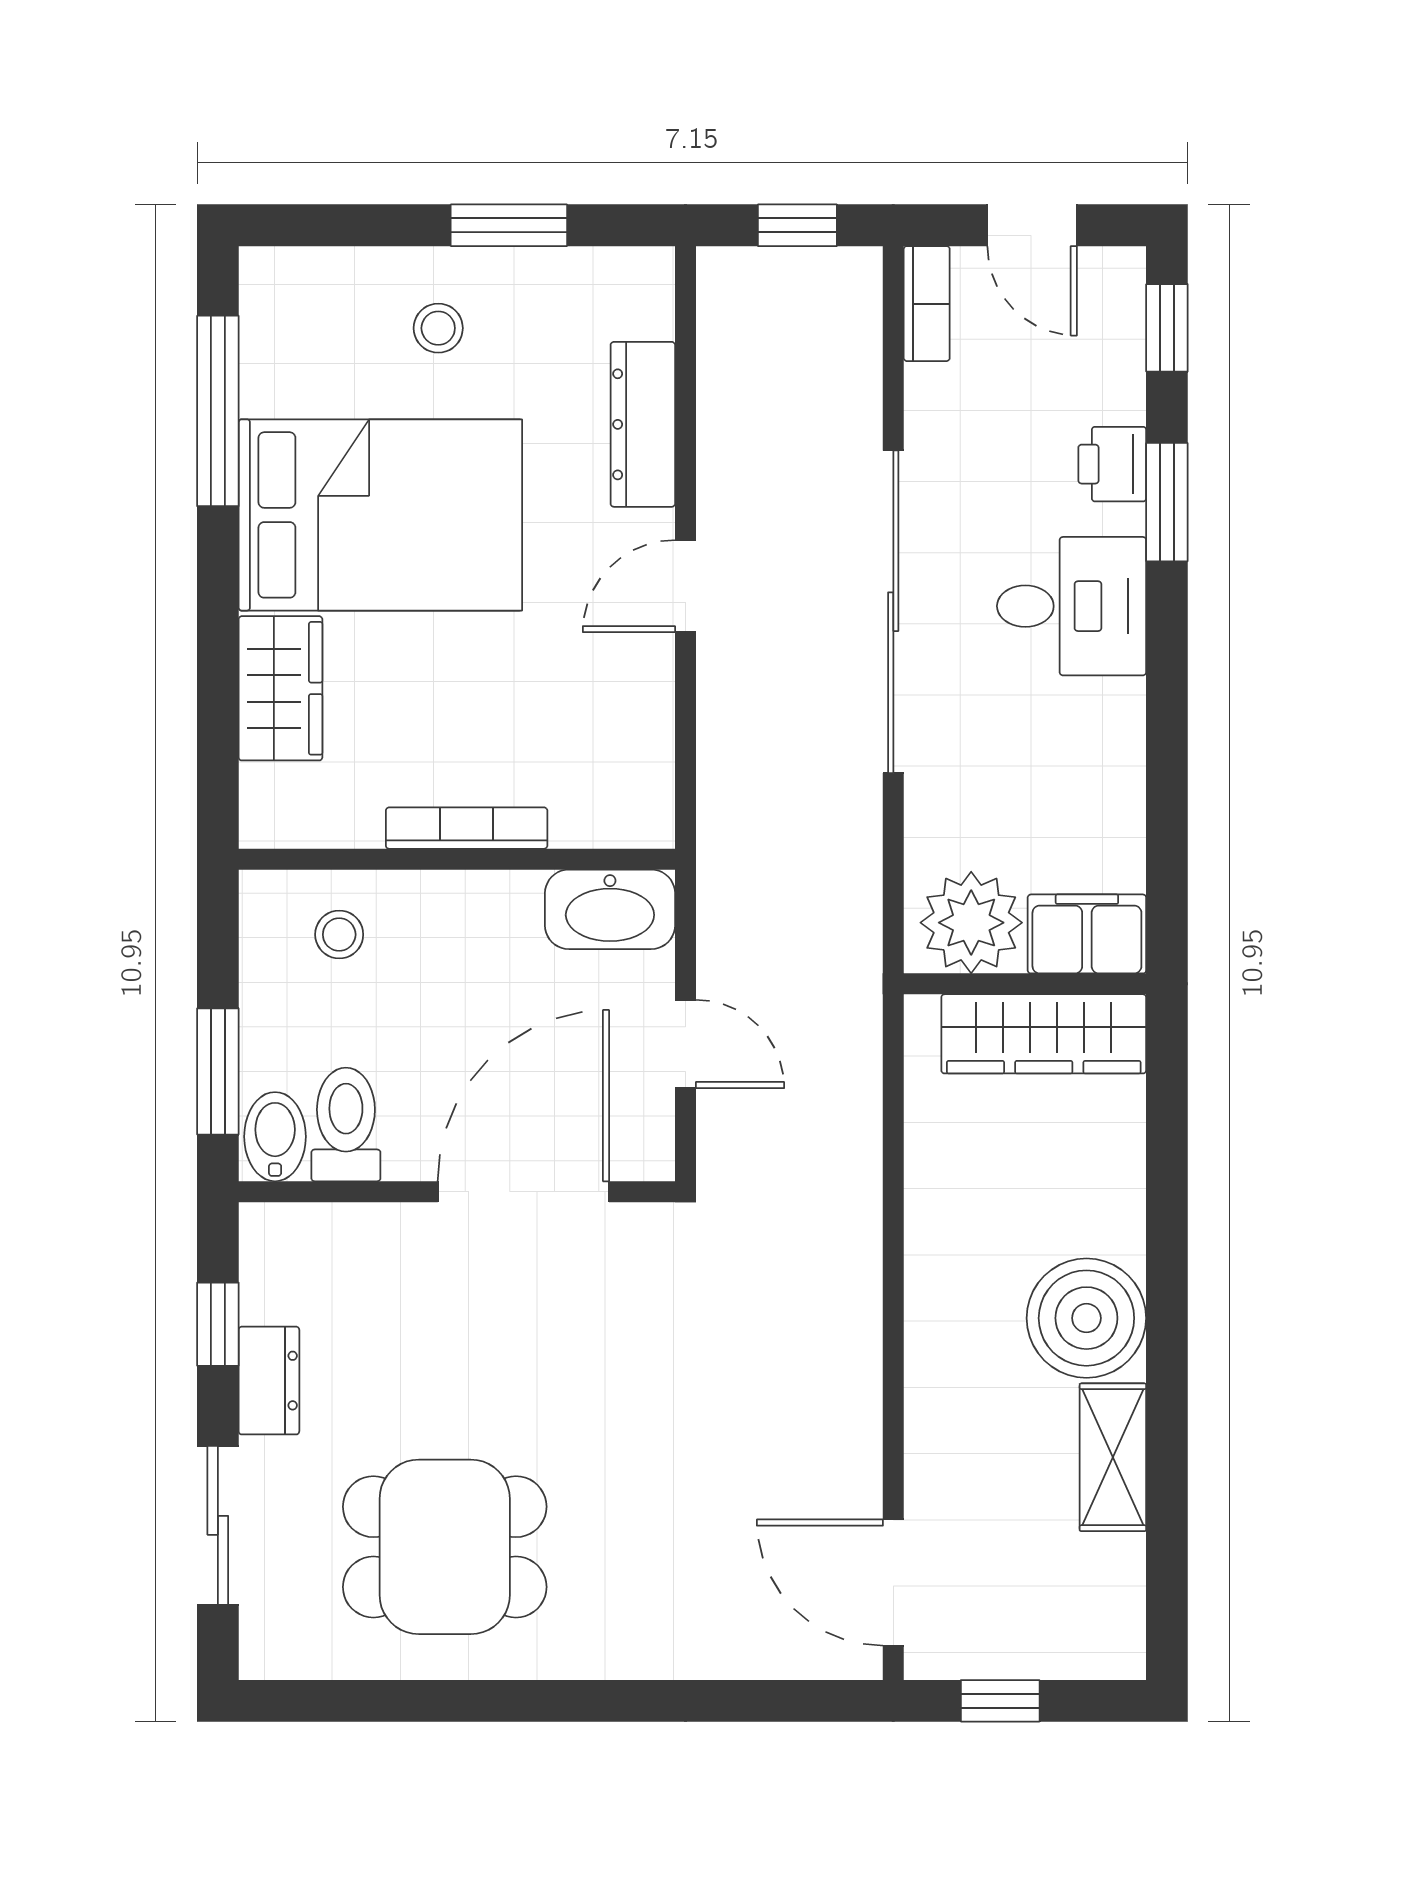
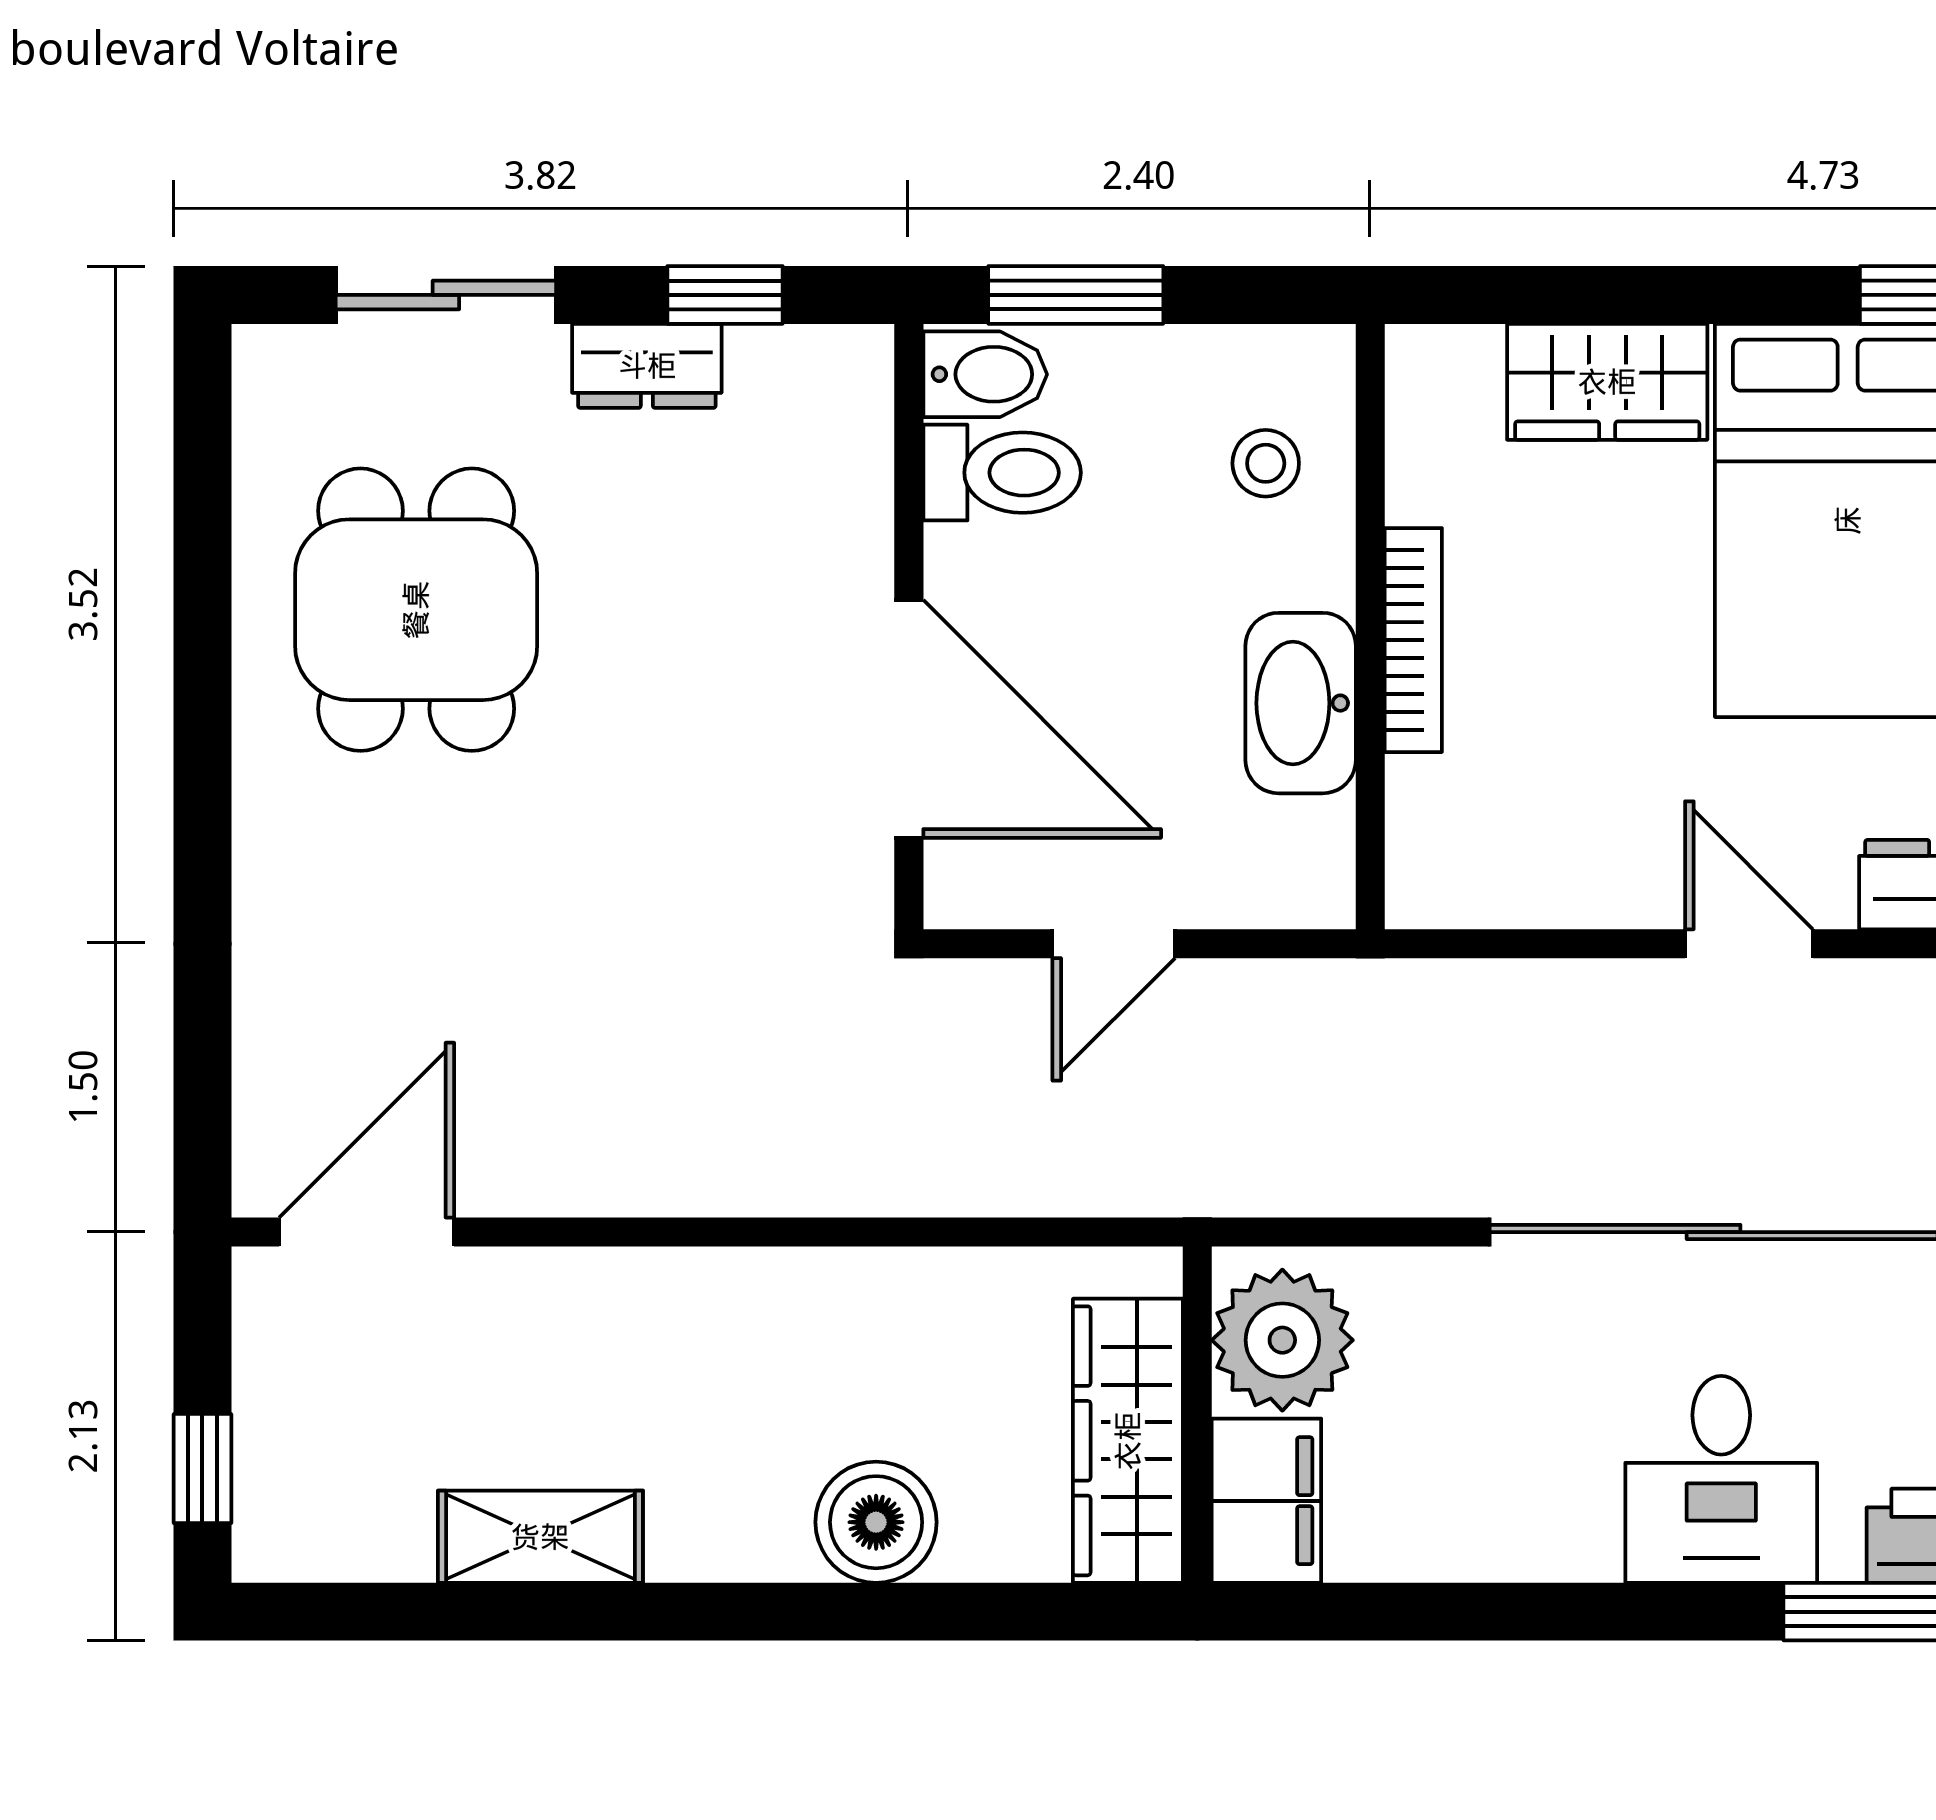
washbasin: (610, 909) -> (1301, 703), moved
boiler: (1086, 1318) -> (876, 1522), moved, width x0.73, depth x0.73
window: (1000, 1701) -> (202, 1469), moved

